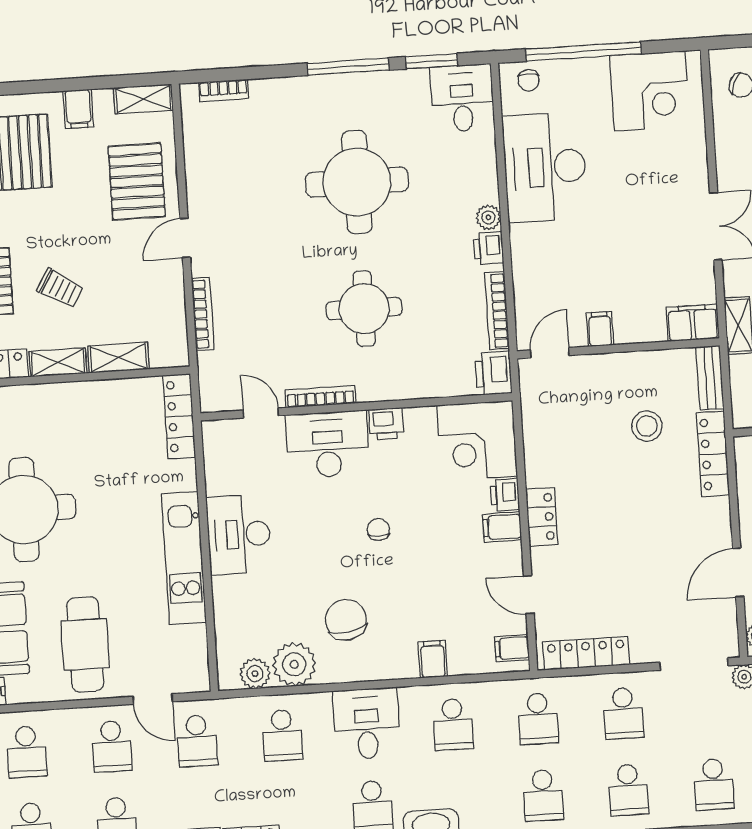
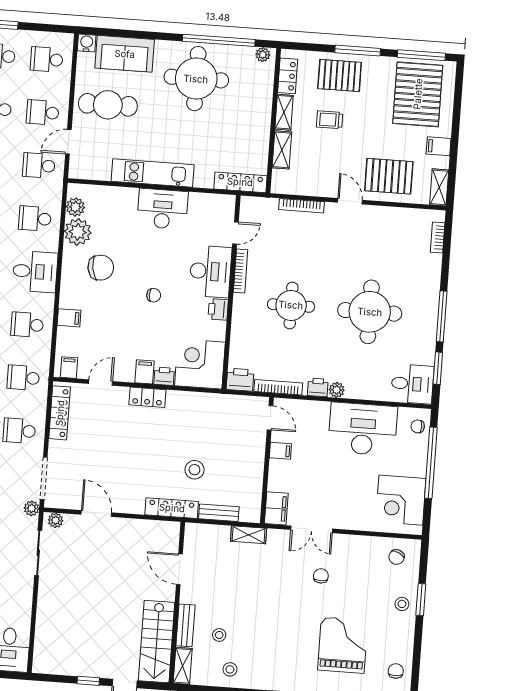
trolley: (60, 288) -> (330, 120), turned 59
filing cabinet: (693, 323) -> (276, 508), moved
filing cabinet: (600, 329) -> (280, 451), moved
wall: (618, 348) -> (267, 460), moved
door: (550, 353) -> (270, 418), moved

